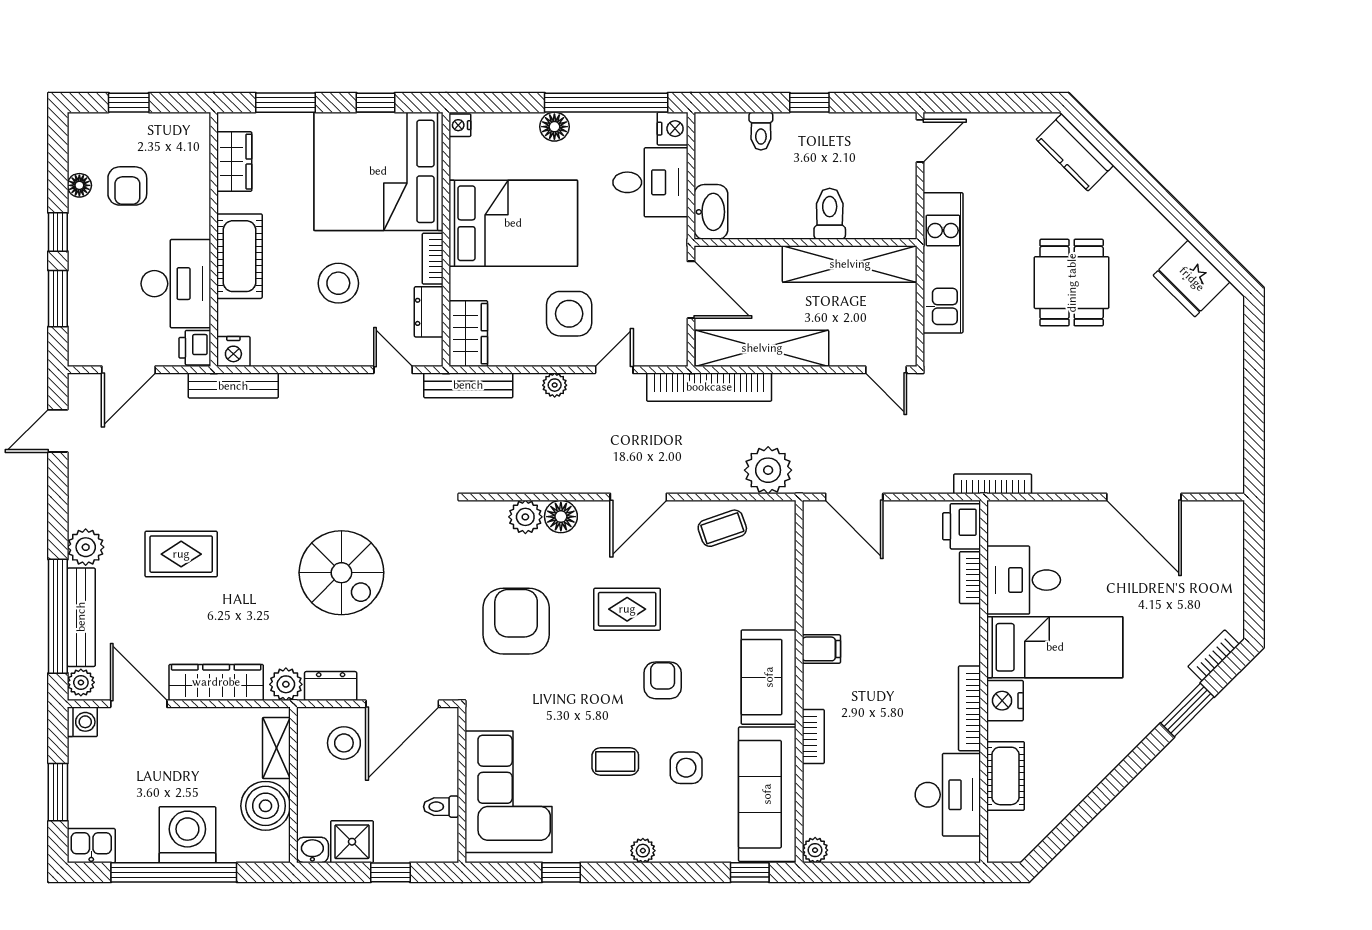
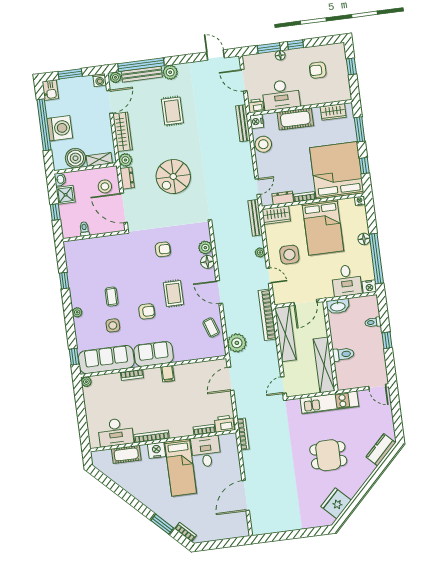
floor lamp: (79, 185) -> (280, 55), moved
stool: (338, 283) -> (263, 144), moved
armchair: (516, 621) -> (163, 249), width x0.53, depth x0.53
corner sofa: (509, 792) -> (94, 255), removed

